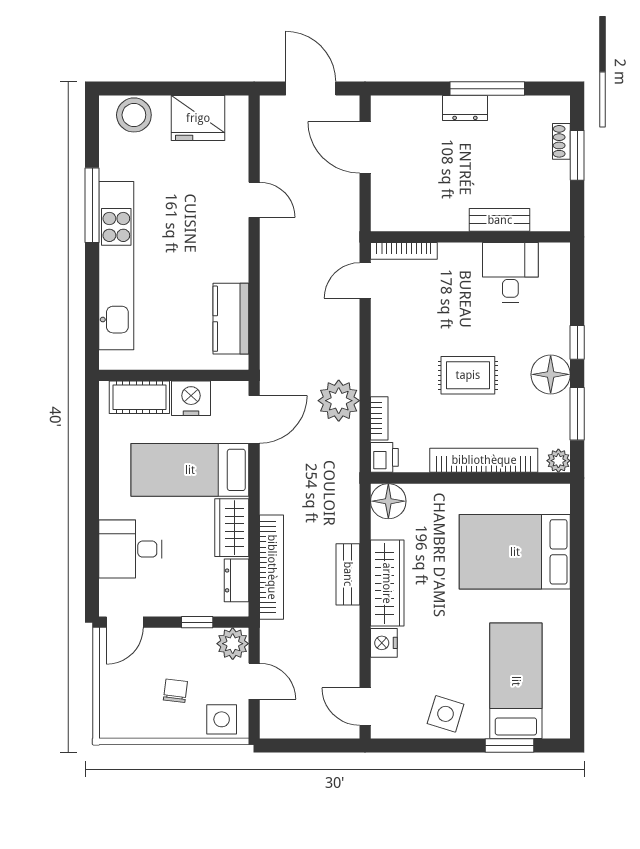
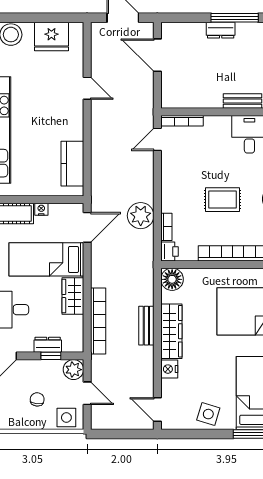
nightstand: (191, 398) -> (41, 209), width x0.53, depth x0.56
dresser: (237, 580) -> (48, 345), moved, turned 90

